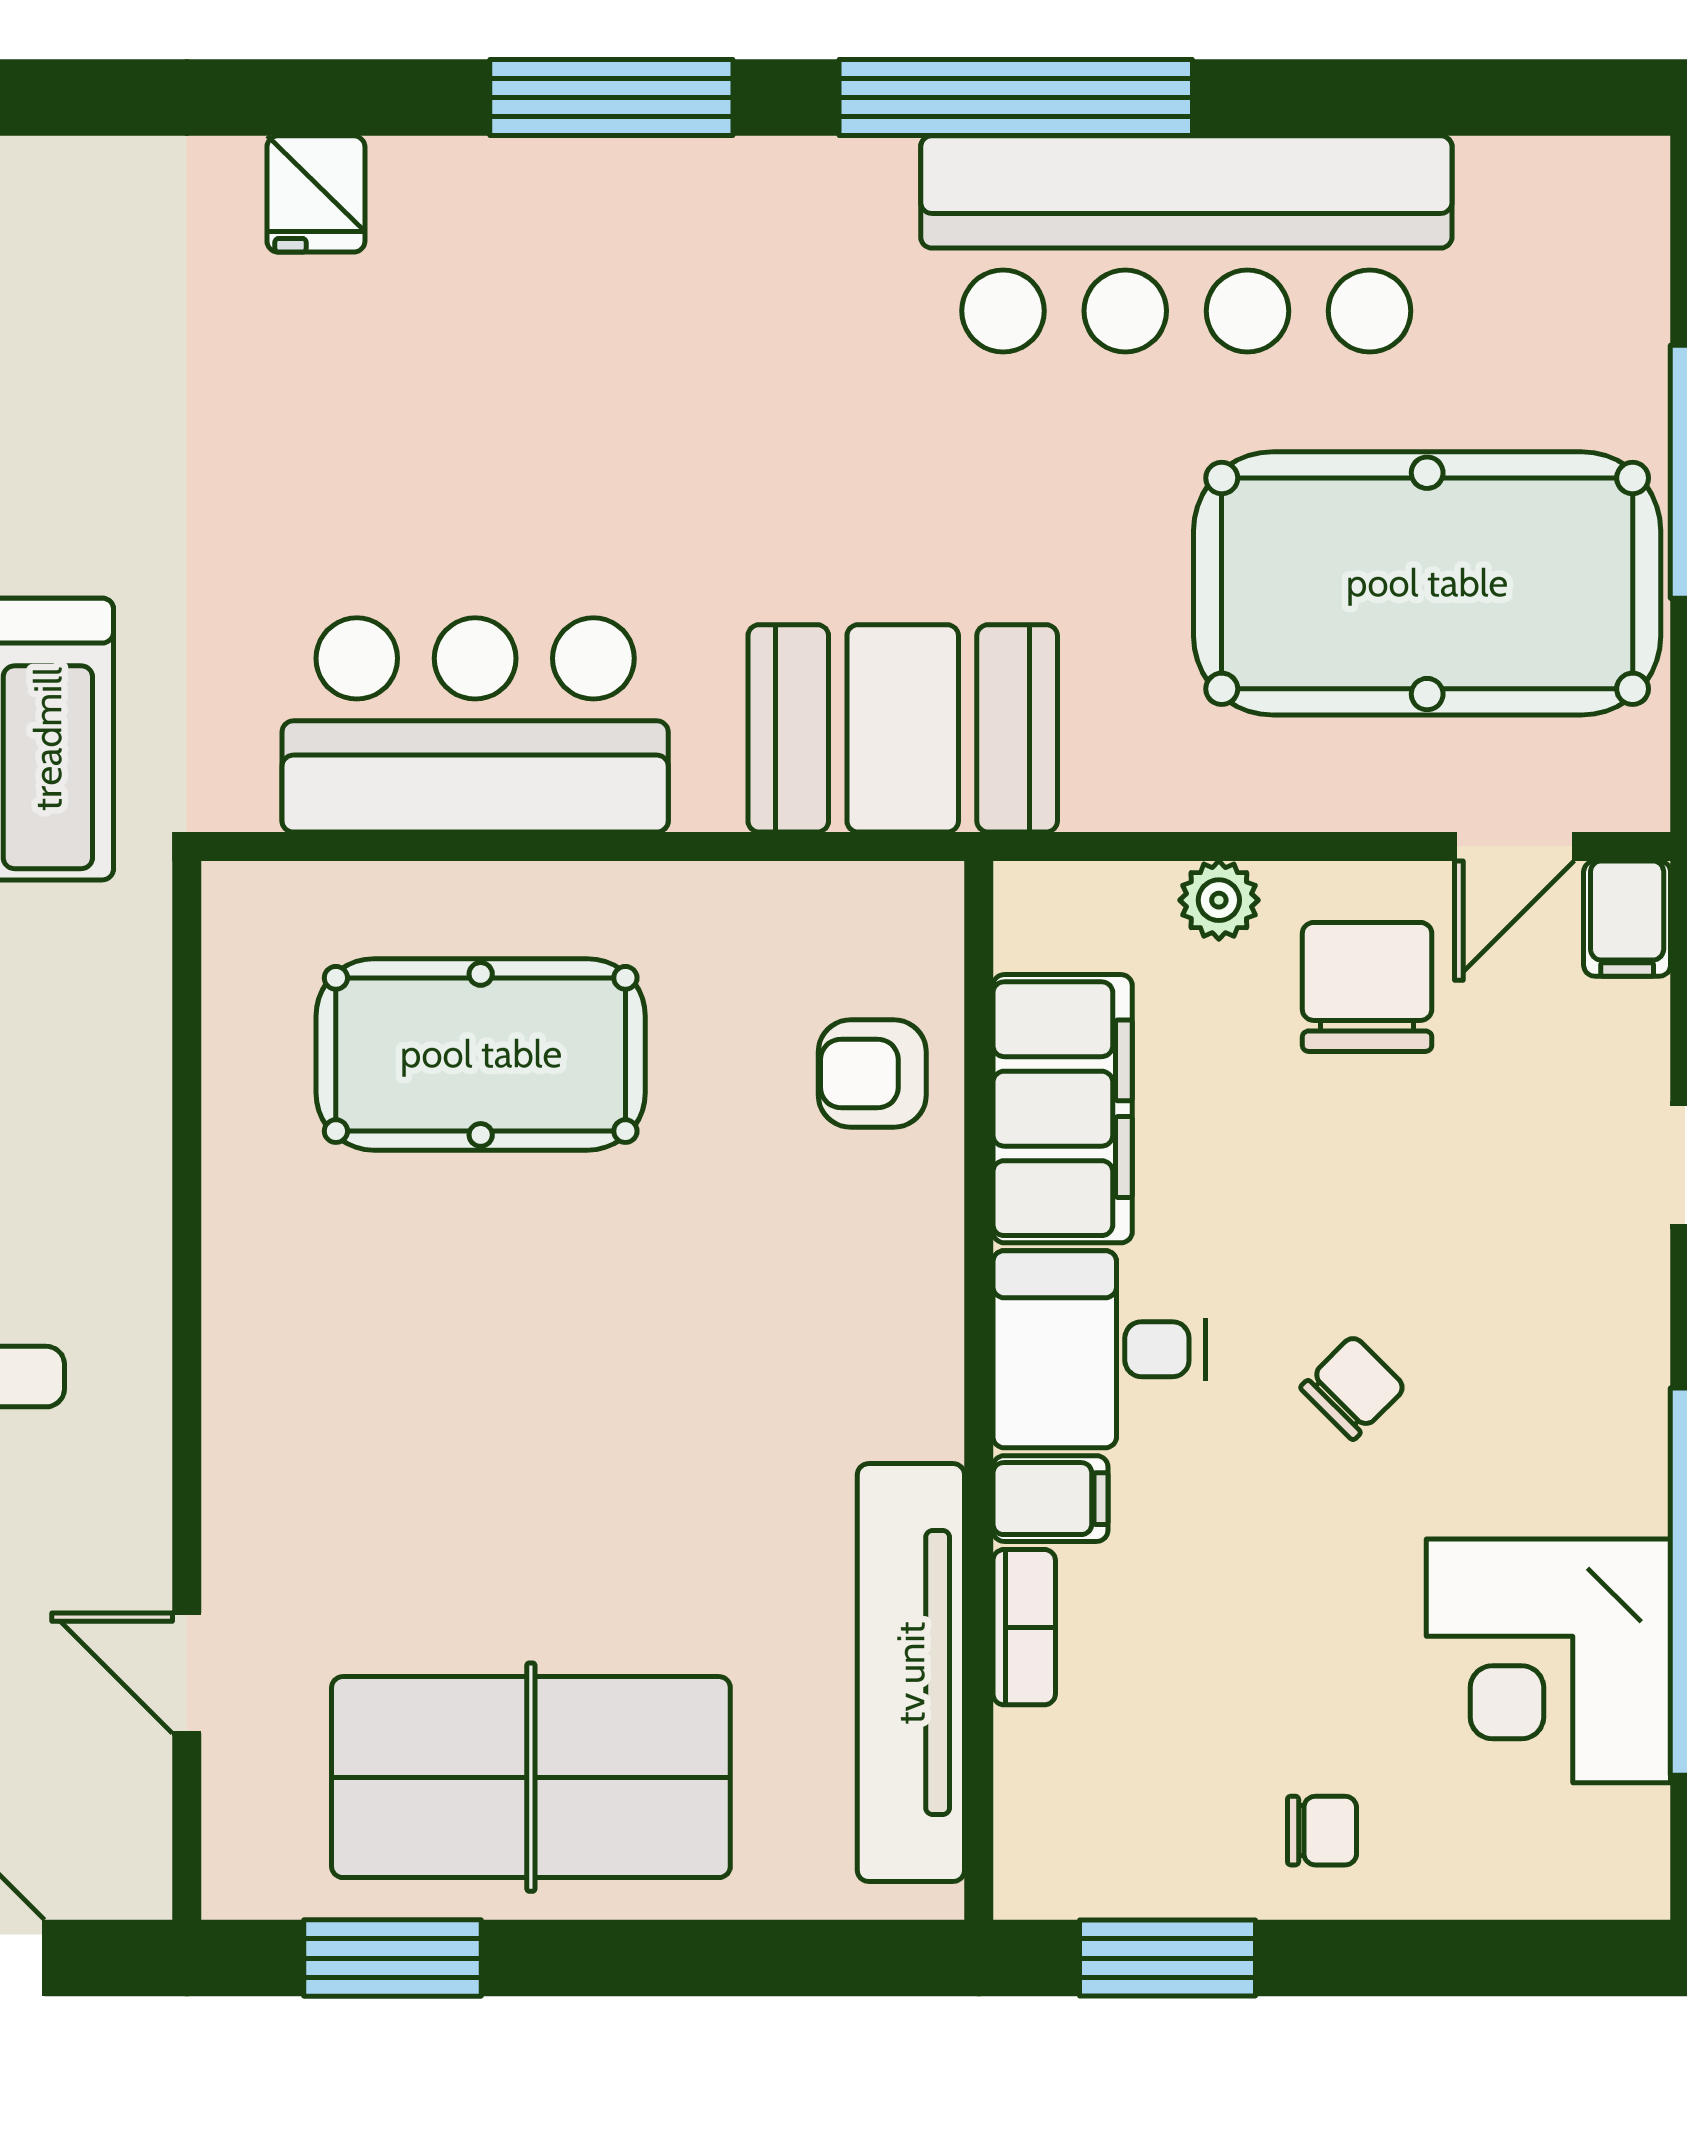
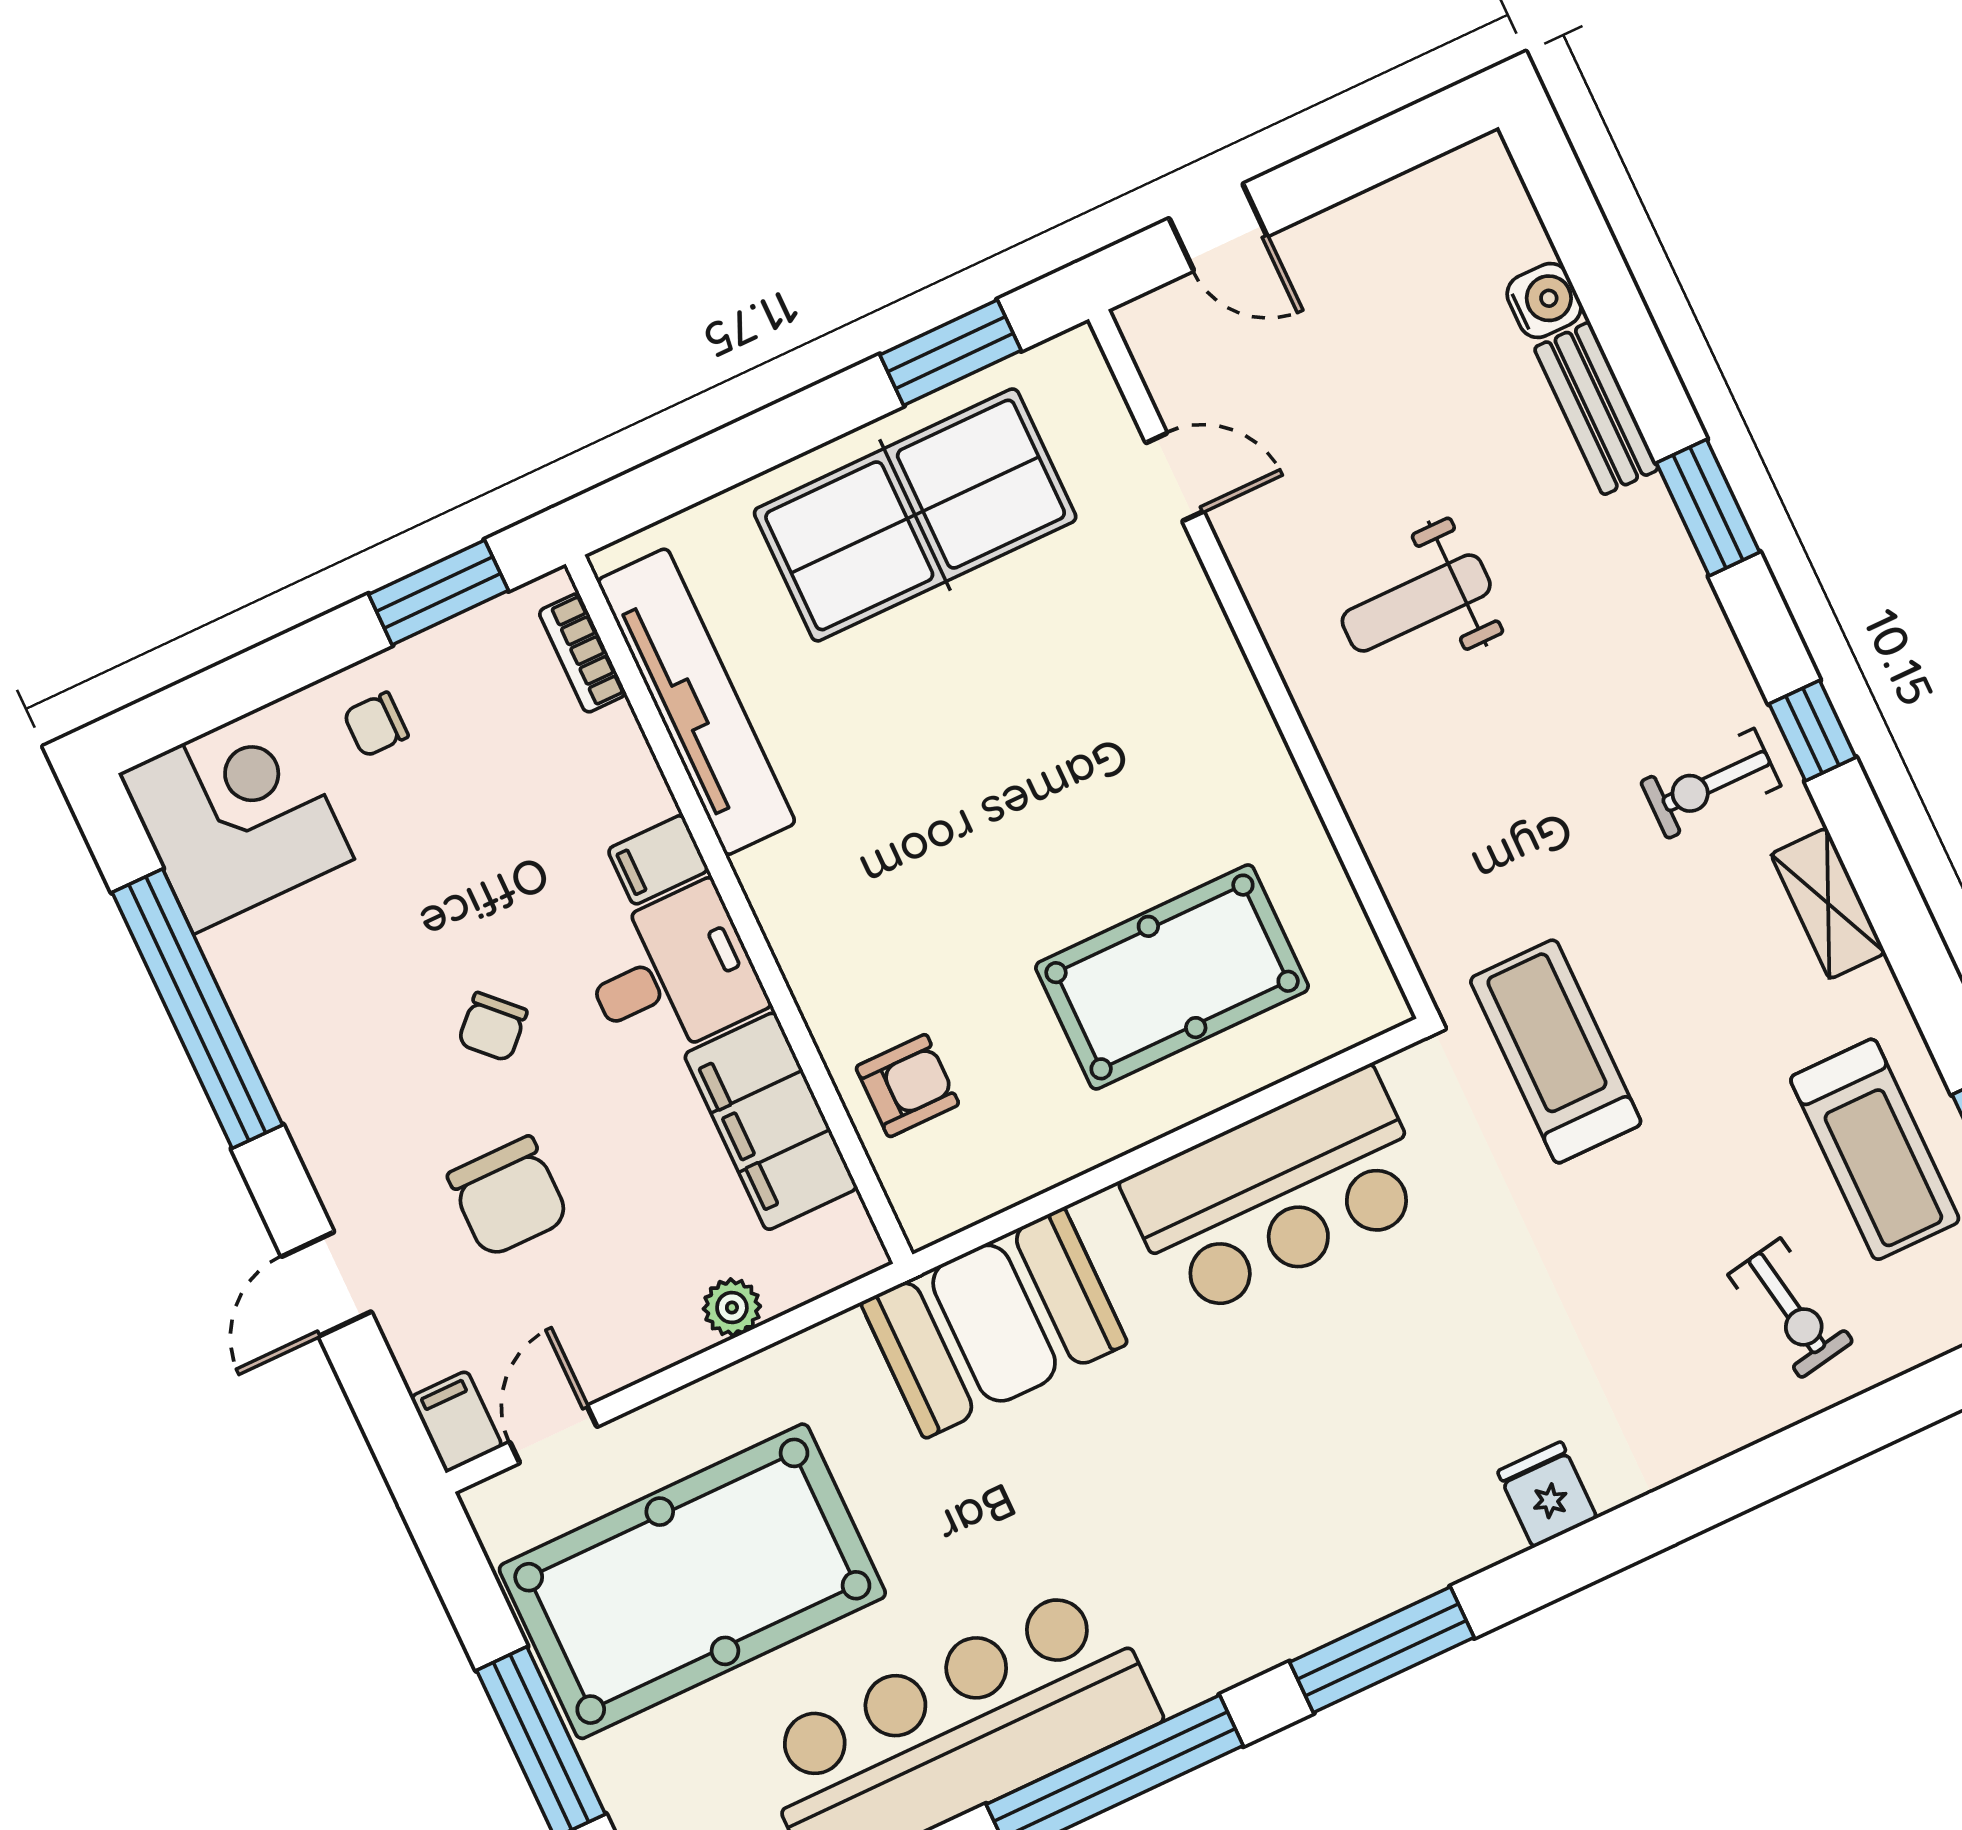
chair: (1367, 987) -> (508, 1197), moved
bookcase: (1024, 1627) -> (582, 653), moved
corner desk: (1548, 1661) -> (236, 816), moved

